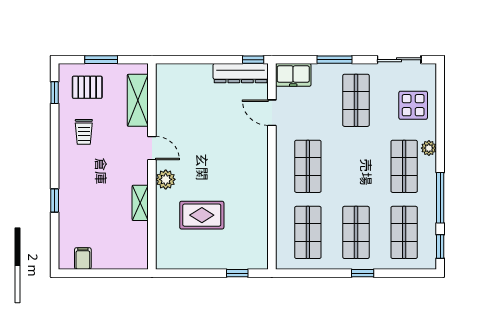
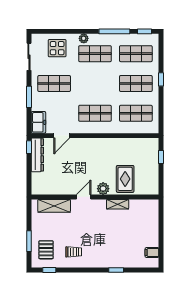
shelving: (138, 100) -> (54, 206), moved
door: (152, 148) -> (84, 197), moved
wall: (152, 166) -> (95, 197), moved
plant: (166, 179) -> (103, 189), moved
shelving: (140, 203) -> (118, 204), moved

